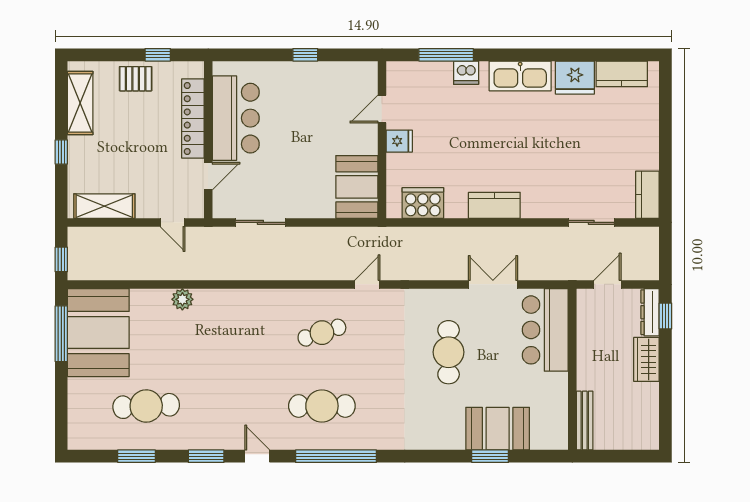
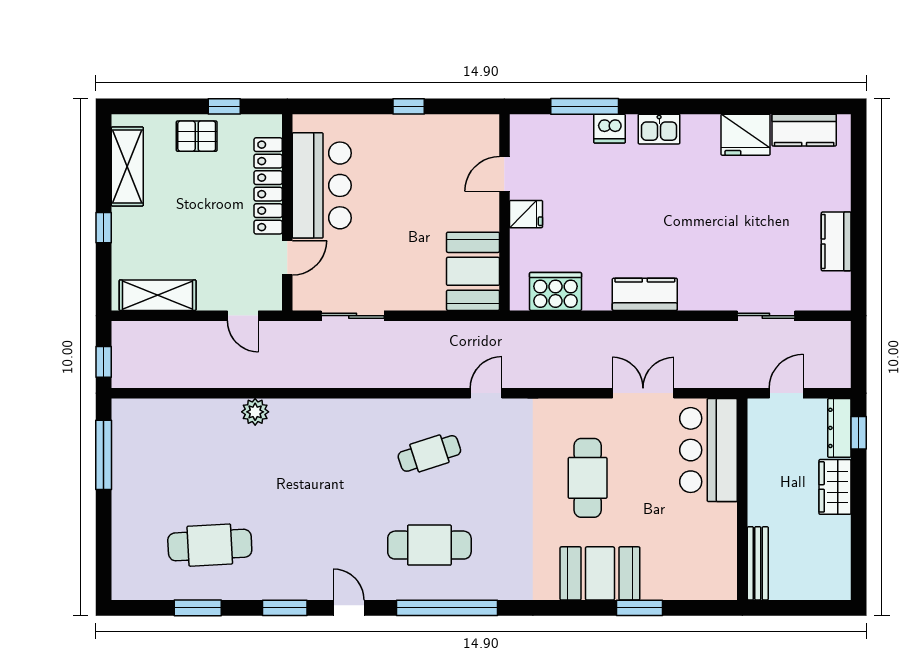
kitchen sink: (520, 76) -> (659, 129), width x0.53, depth x0.81
kitchen counter: (647, 195) -> (836, 241), moved
booth: (98, 333) -> (150, 453), removed
booth: (498, 429) -> (600, 573), moved

